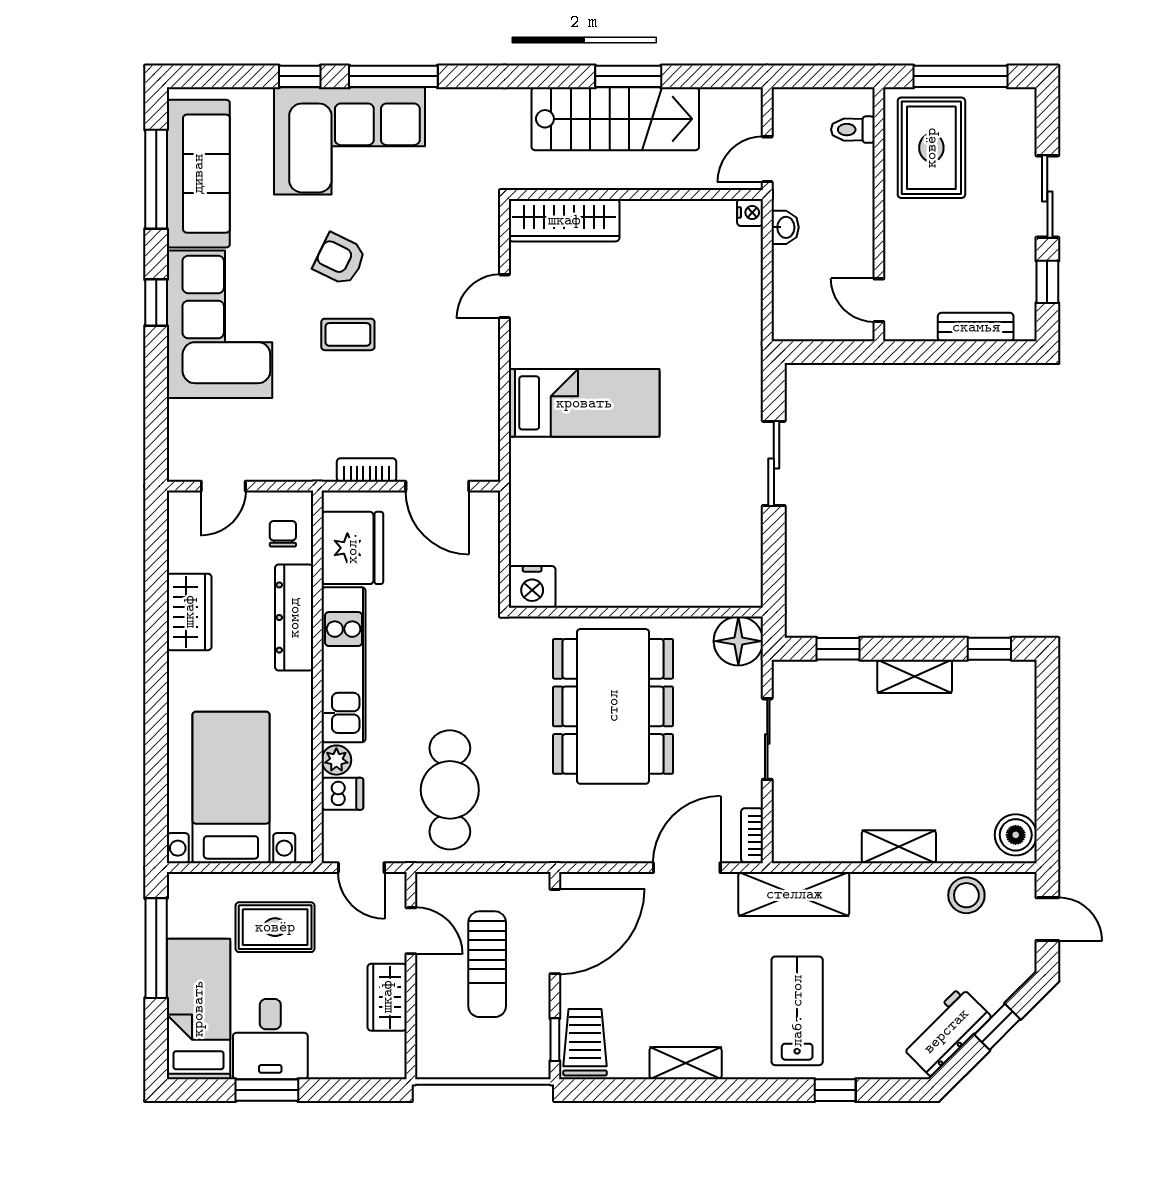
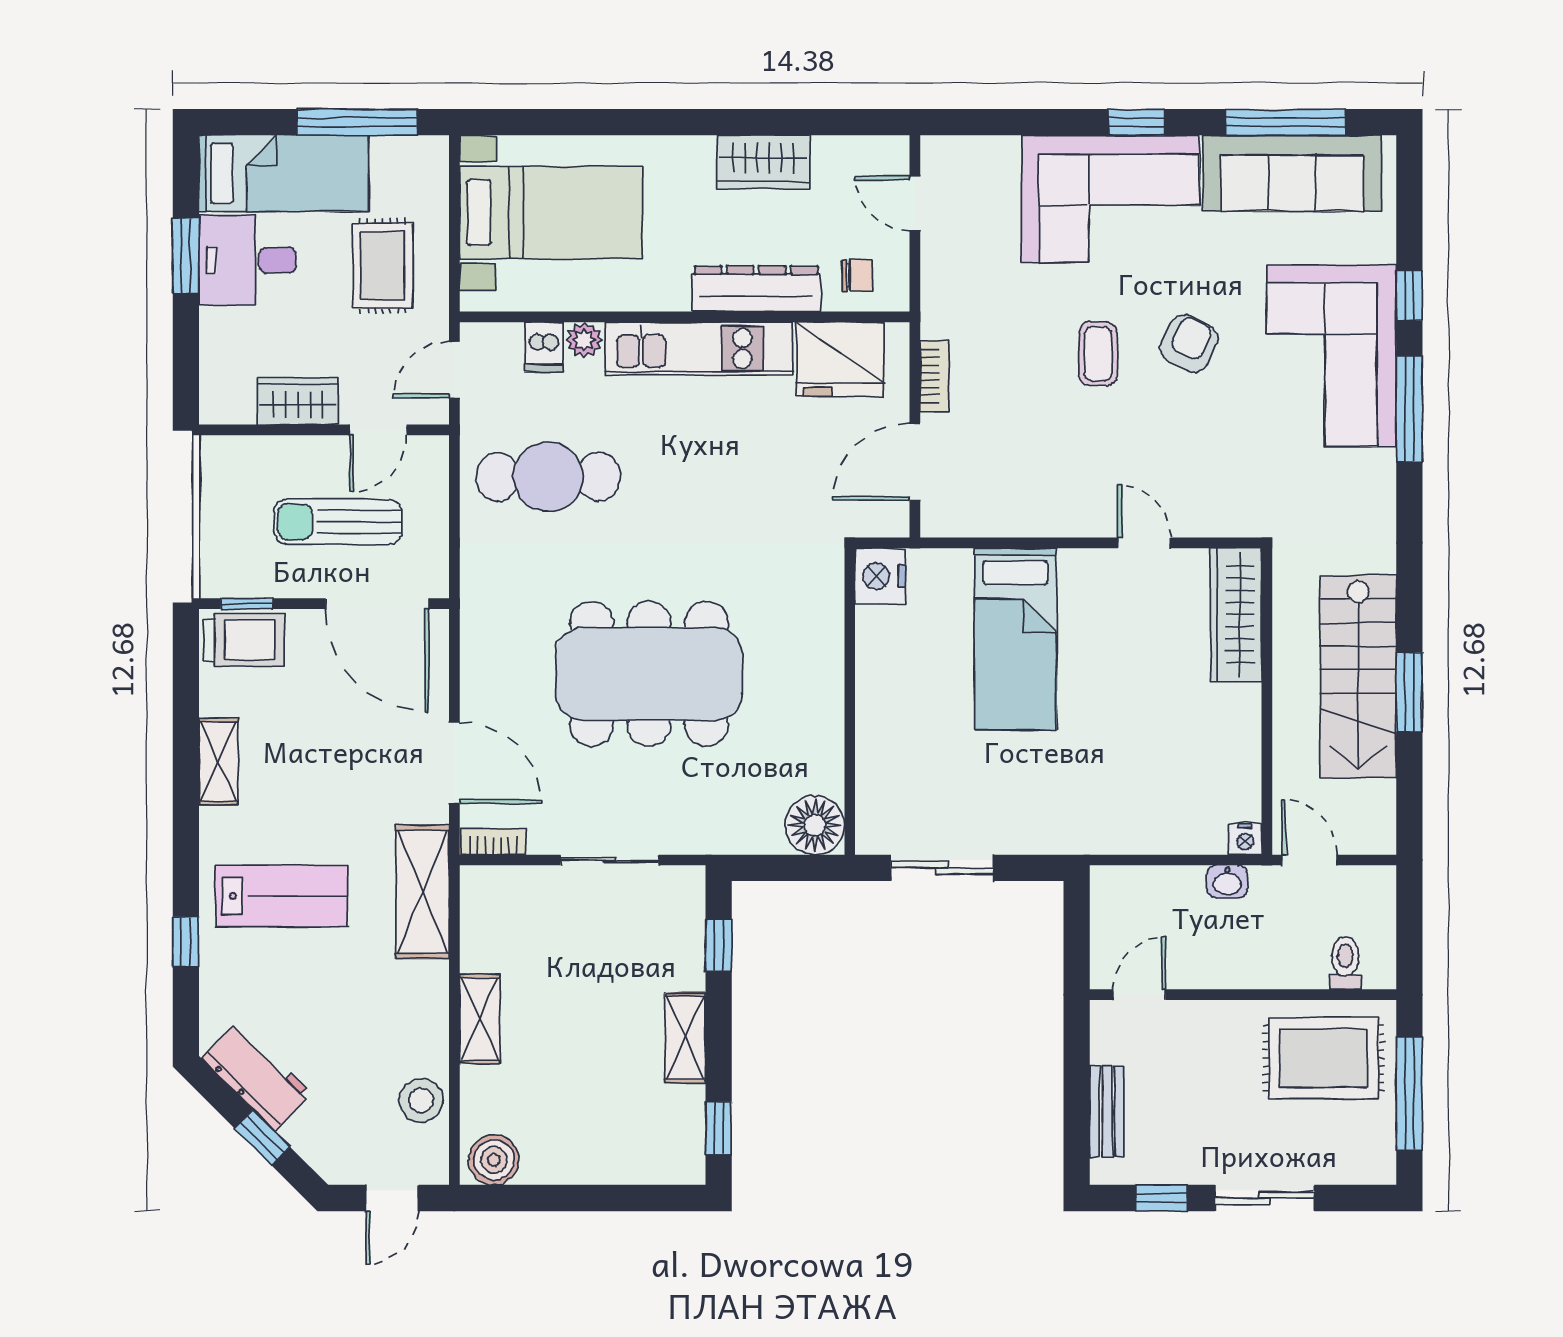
nightstand: (532, 587) -> (880, 576), moved
wall: (636, 612) -> (850, 701), moved
floor lamp: (738, 641) -> (815, 825), moved

